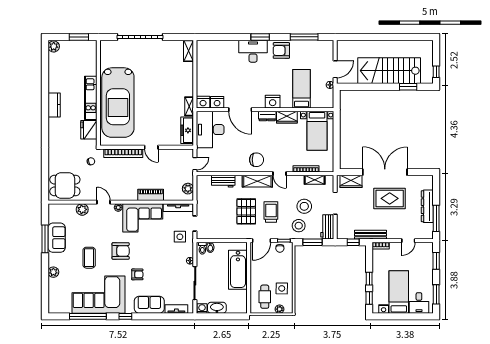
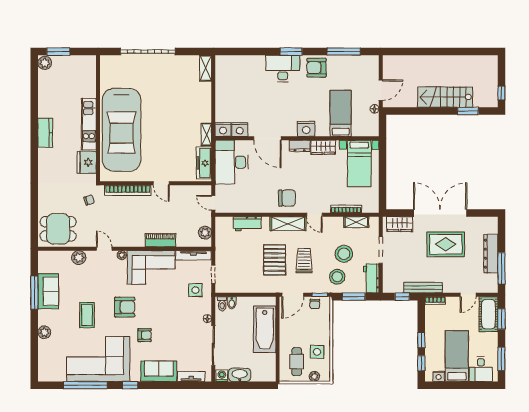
window: (79, 37) -> (58, 52), moved
stairs: (389, 71) -> (445, 97), width x0.73, depth x0.66
door: (195, 164) -> (213, 203), swing flipped
cot: (425, 257) -> (488, 314), added

